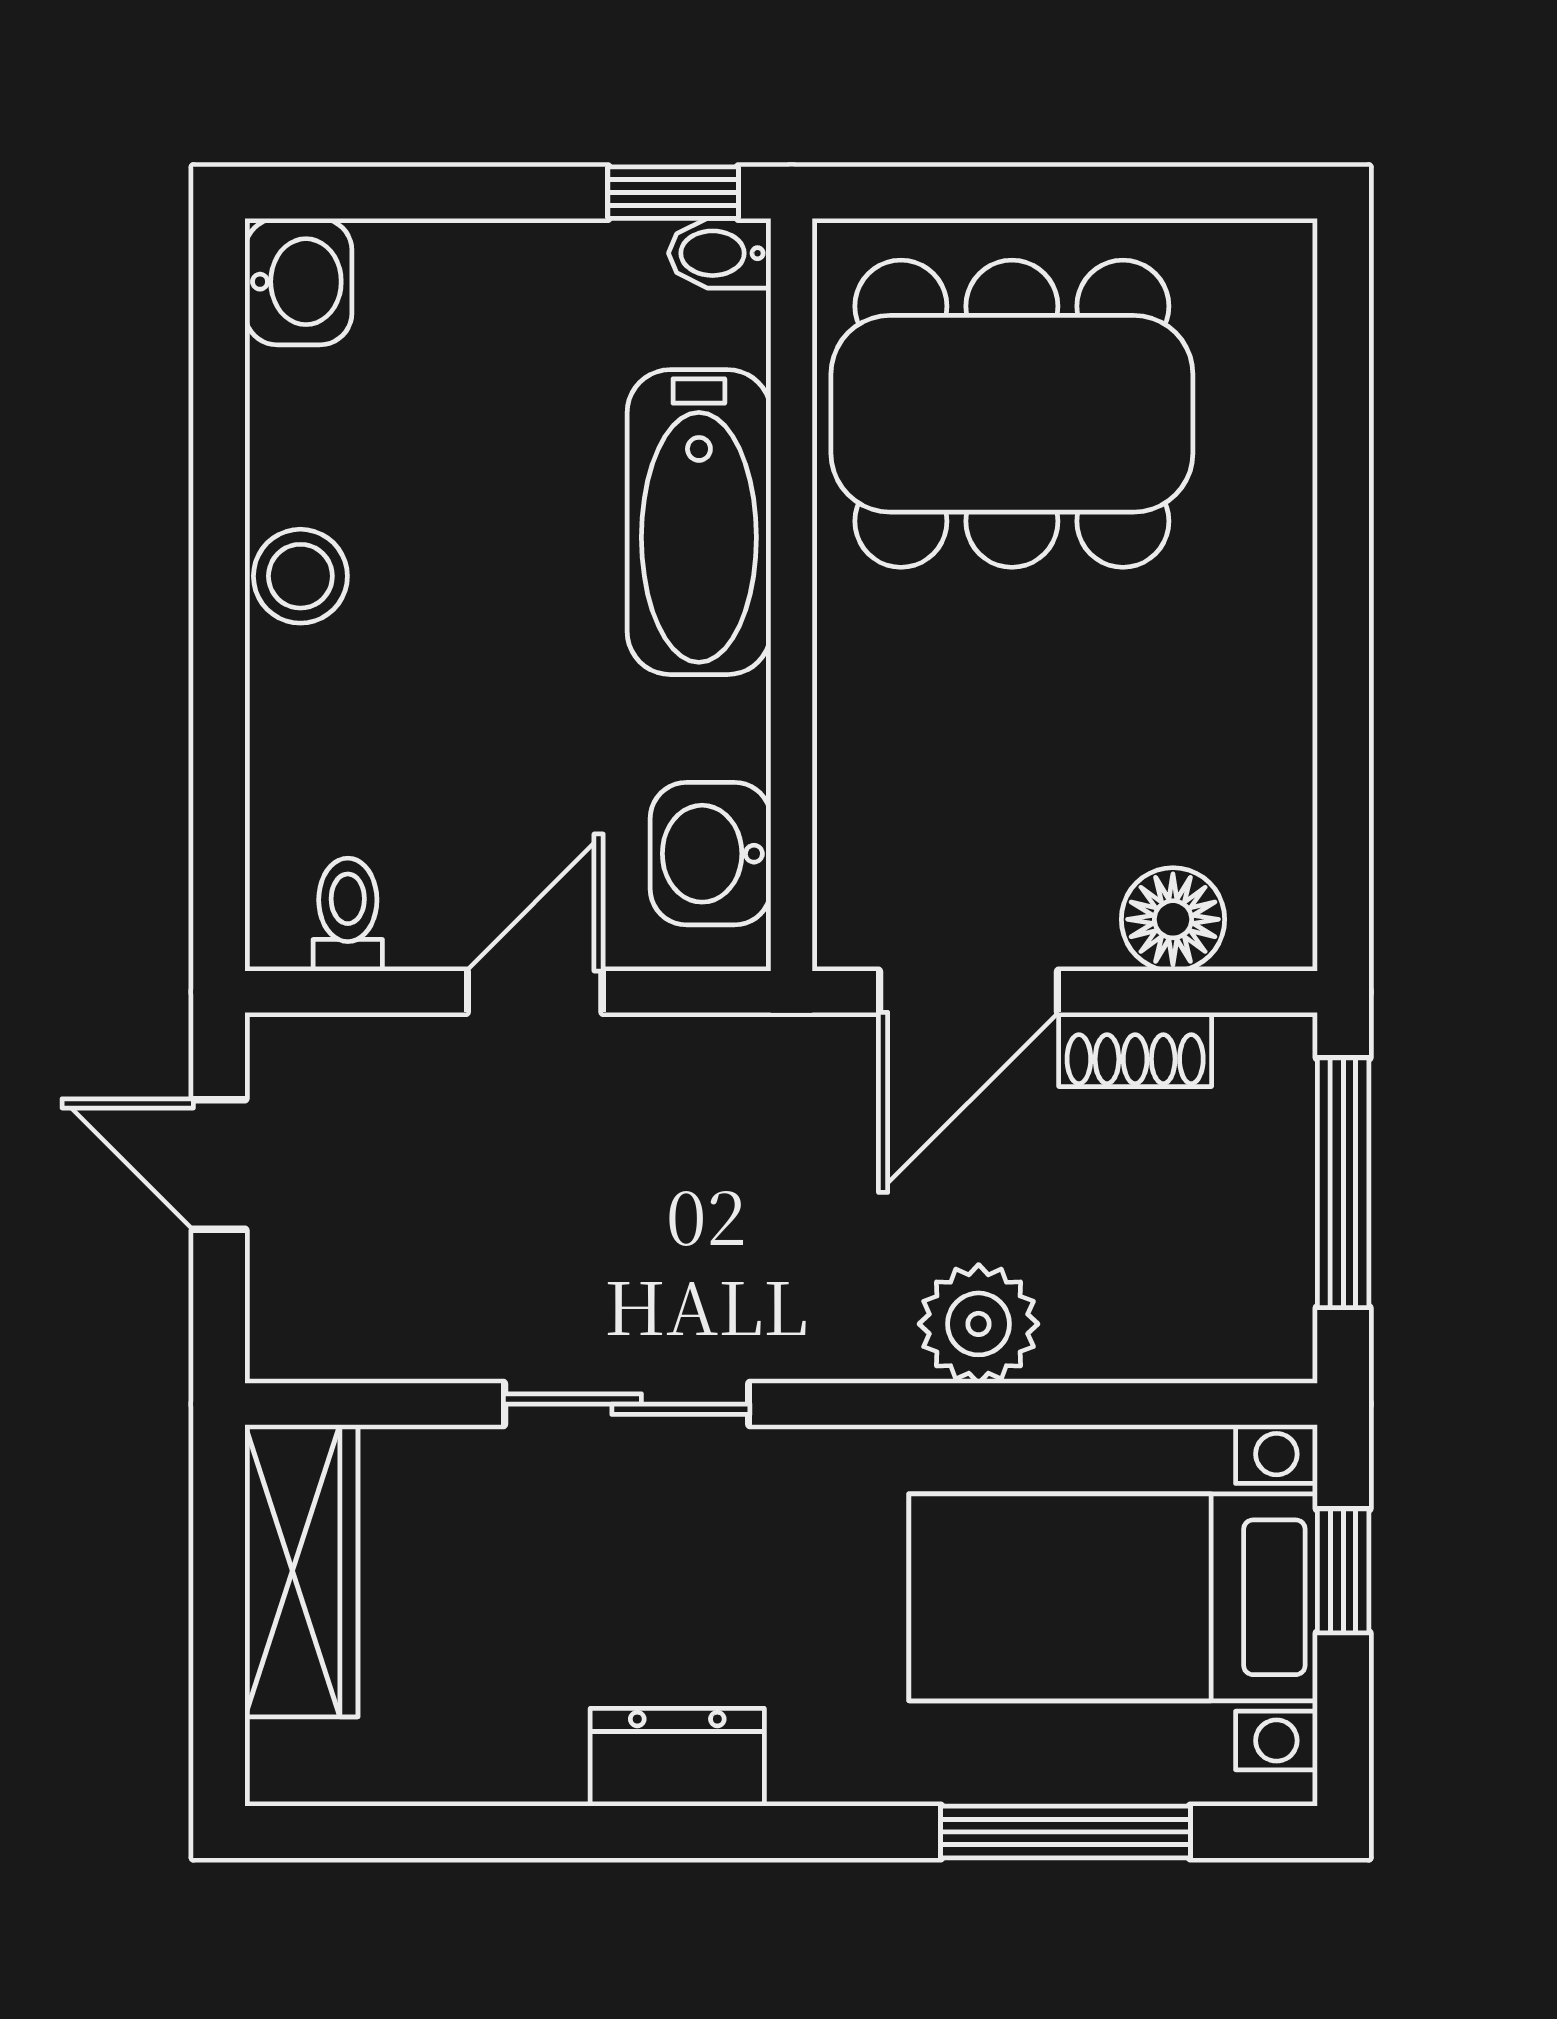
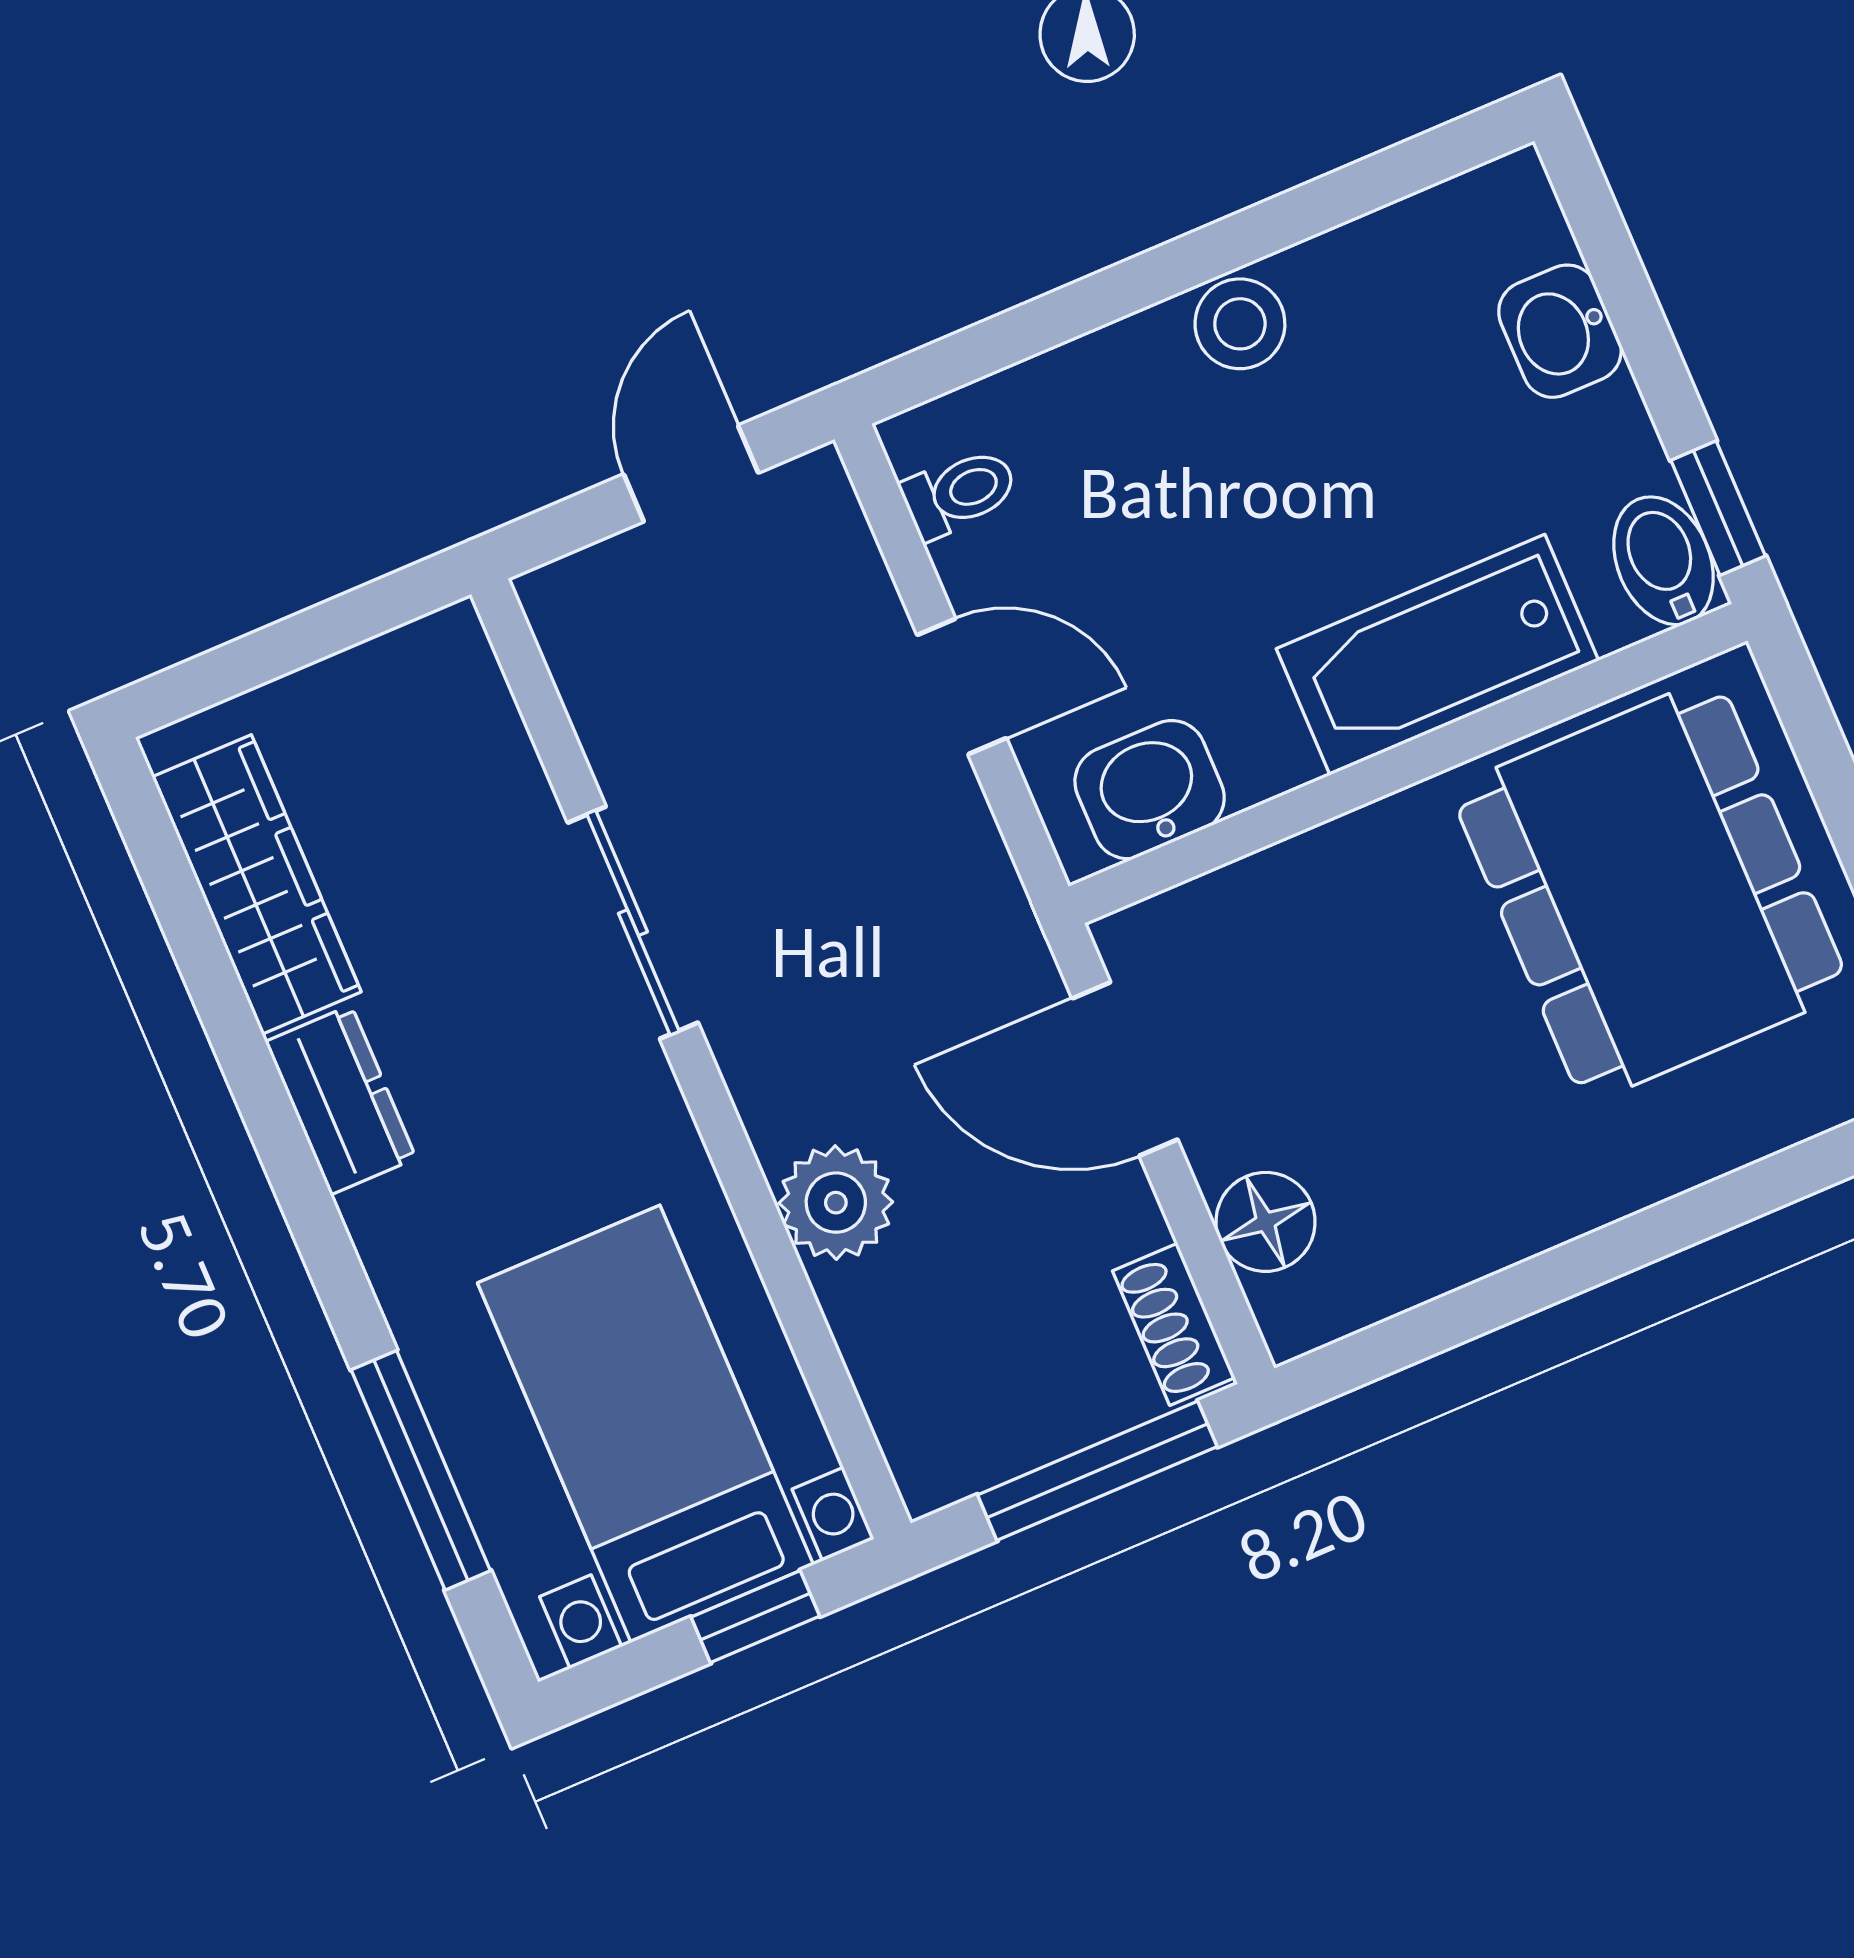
bidet: (720, 253) -> (1663, 561), width x1.38, depth x1.36
washbasin: (298, 282) -> (1560, 331), moved, turned 90
shoe rack: (1135, 1049) -> (1174, 1324), moved
wardrobe: (301, 1571) -> (257, 884), moved, turned -90

